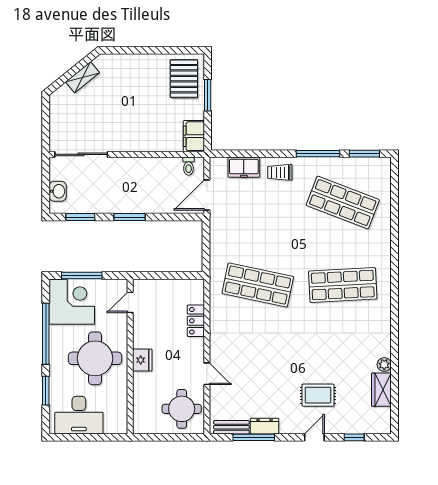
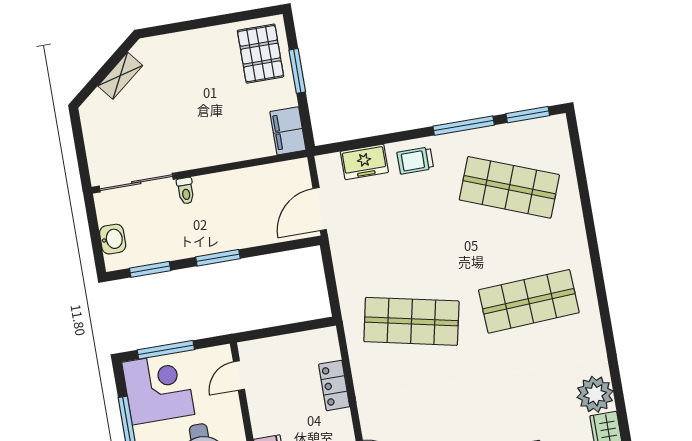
toilet: (188, 166) -> (186, 191), moved
plant: (384, 364) -> (595, 394), width x1.87, depth x1.87

